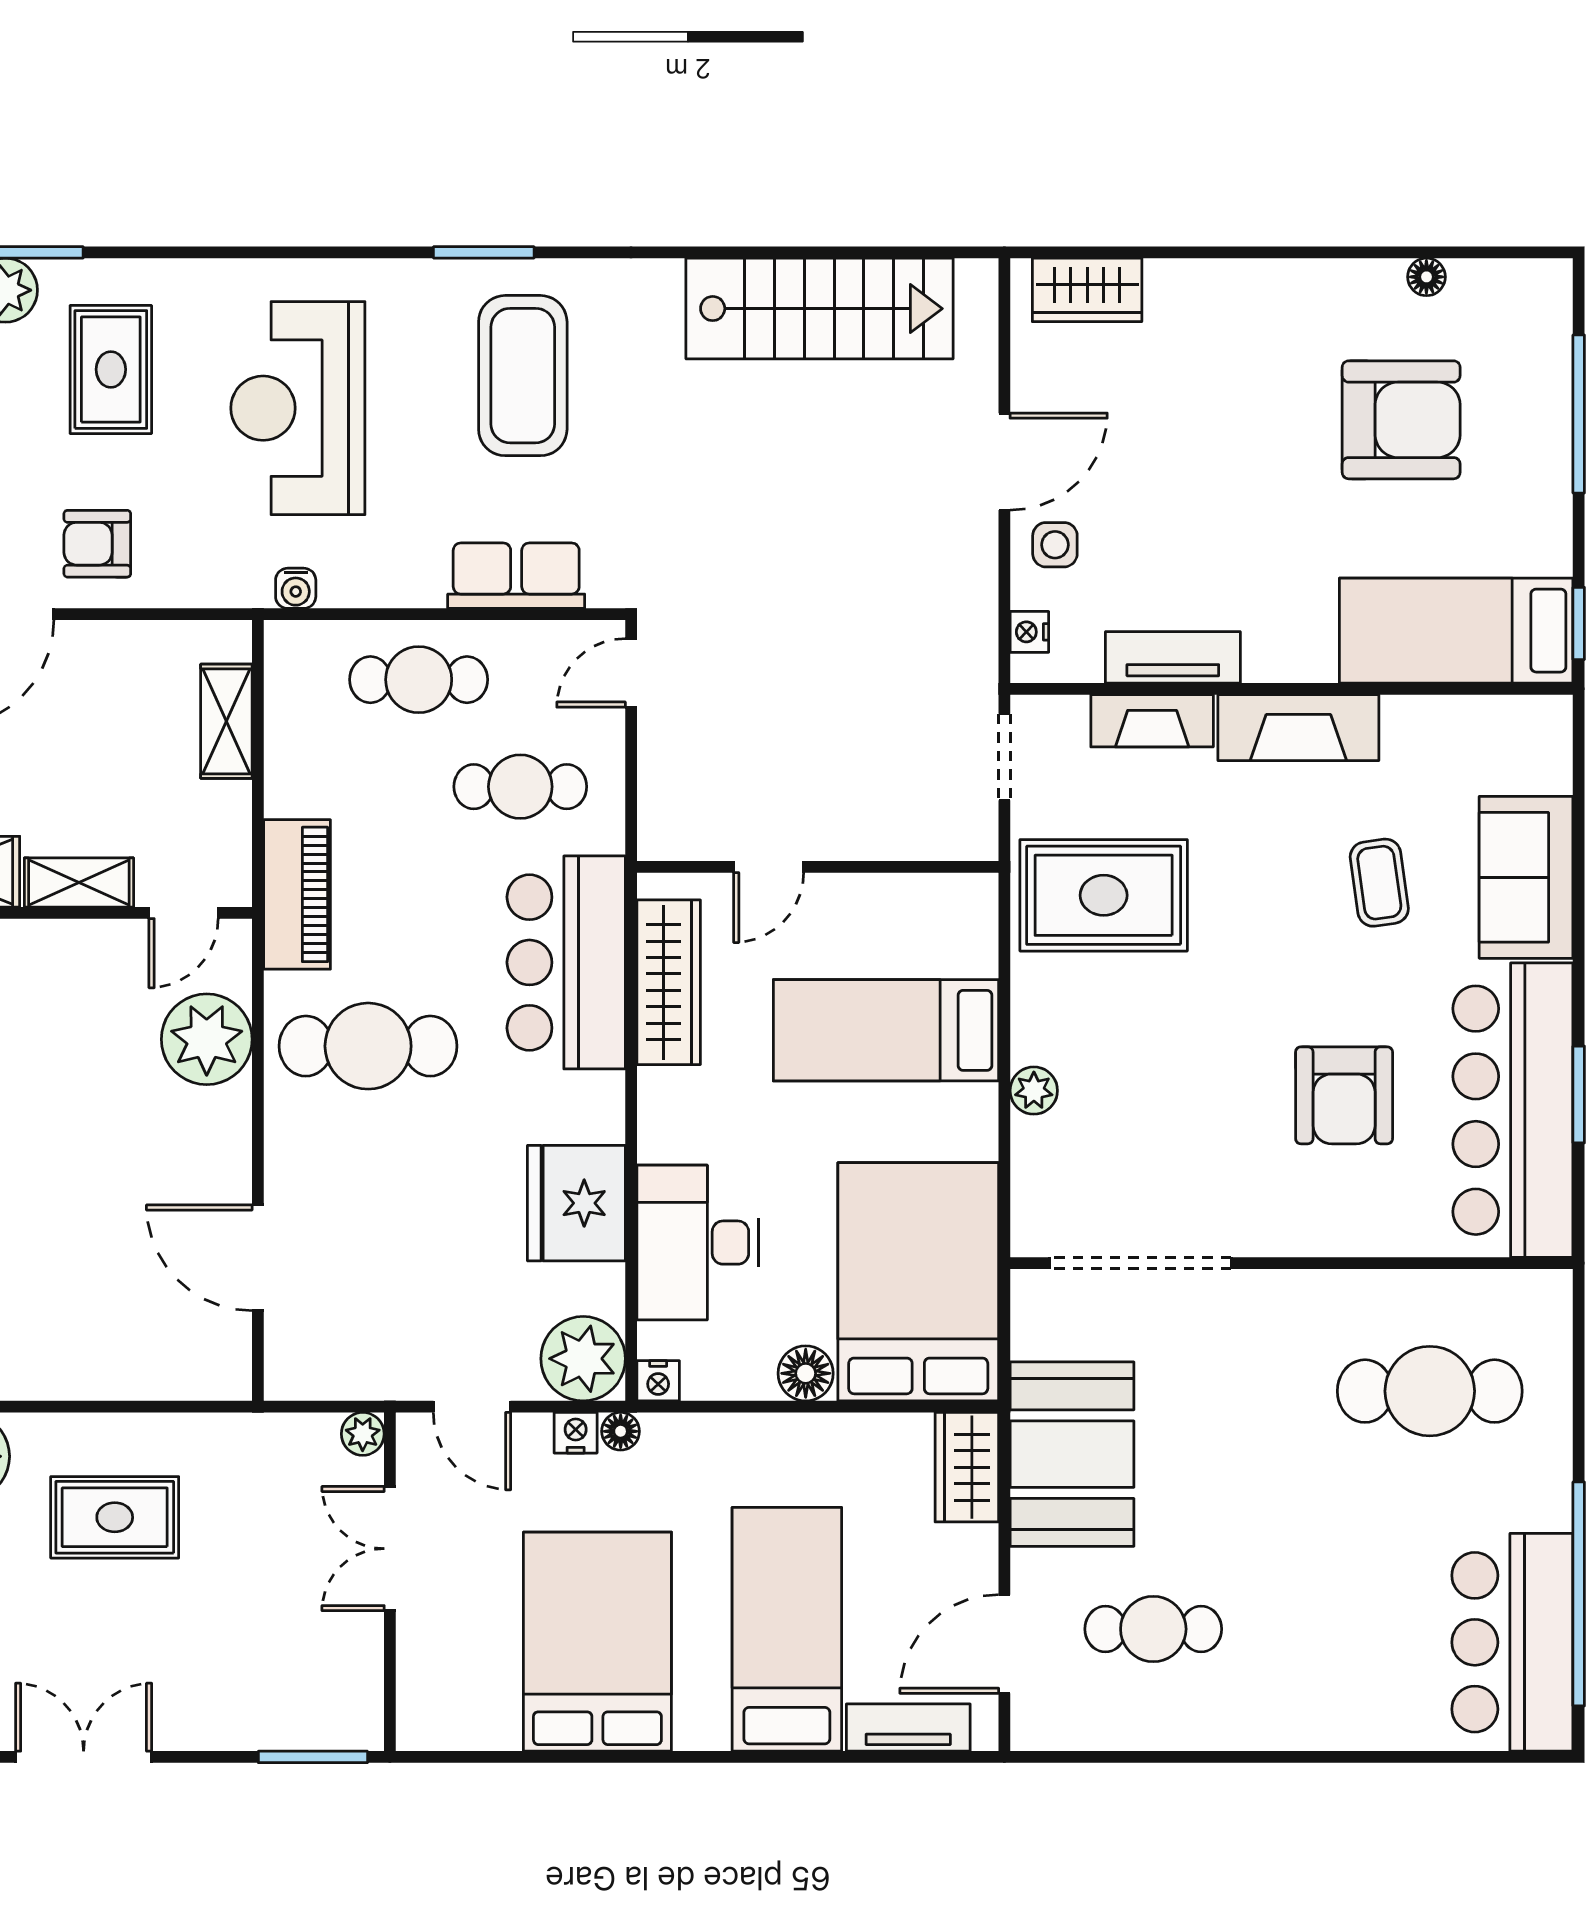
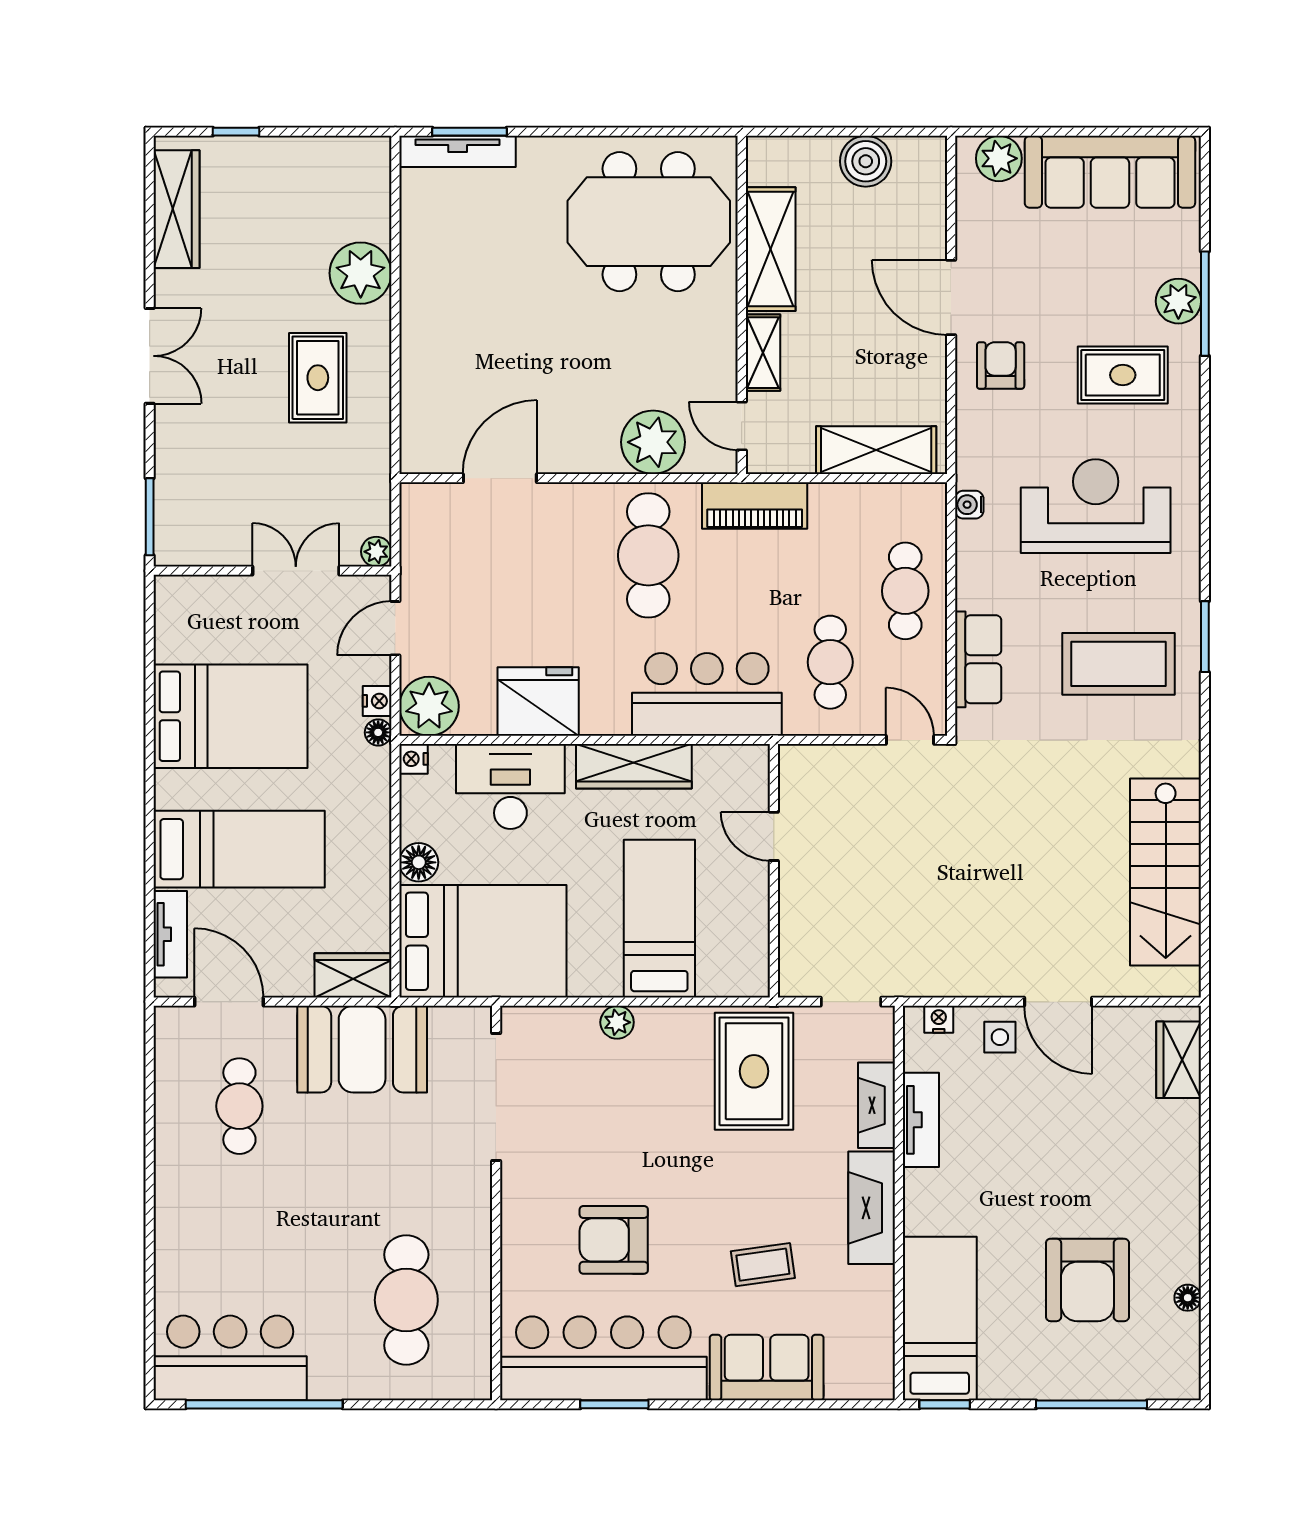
shelving: (226, 721) -> (876, 450), width x1.50, depth x1.33
wardrobe: (669, 982) -> (634, 766), moved

